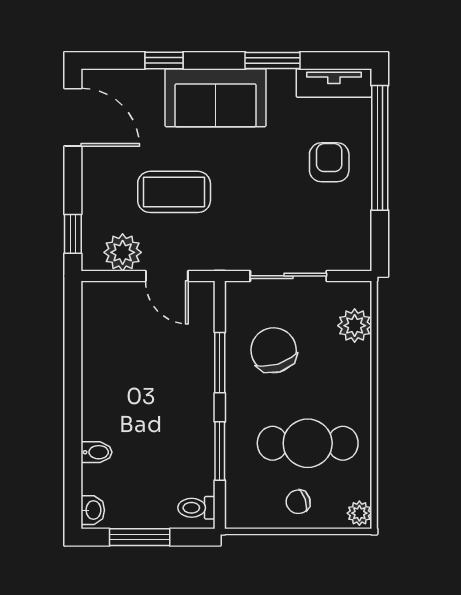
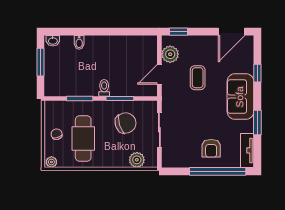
armchair: (329, 162) -> (211, 148), turned 90
coffee table: (174, 192) -> (198, 78), width x0.73, depth x0.77
toilet: (196, 508) -> (104, 88), moved

